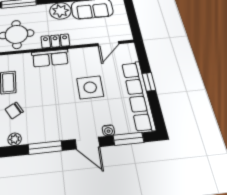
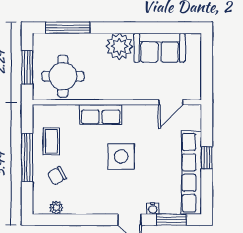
locker: (55, 41) -> (109, 91), removed
side table: (90, 87) -> (121, 156), moved
window: (45, 148) -> (87, 220), removed

